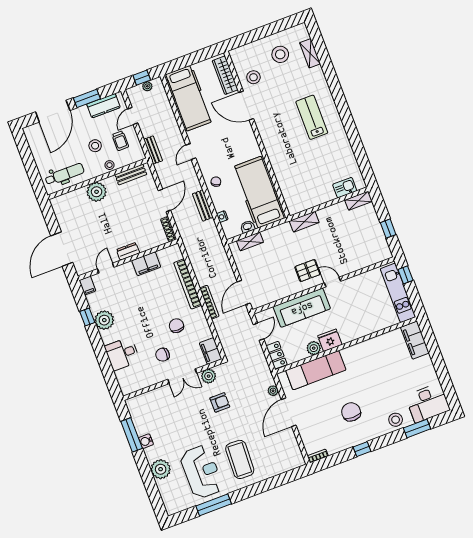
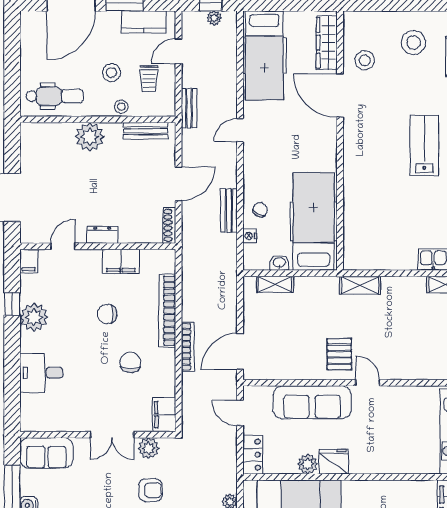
chair: (216, 182) -> (260, 210), moved
pallet: (308, 271) -> (339, 354), turned 90
door: (258, 332) -> (240, 413), swing flipped
chair: (163, 355) -> (107, 314), moved
sofa: (145, 404) -> (46, 453), added

